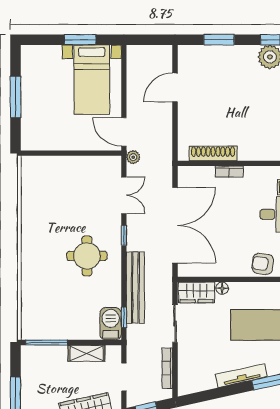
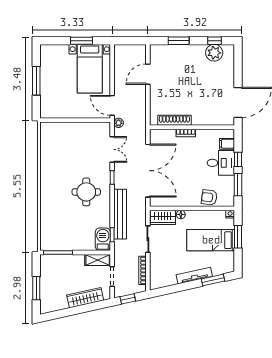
shelving: (87, 353) -> (98, 260), moved

